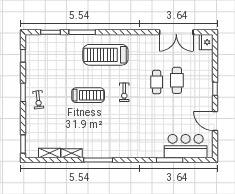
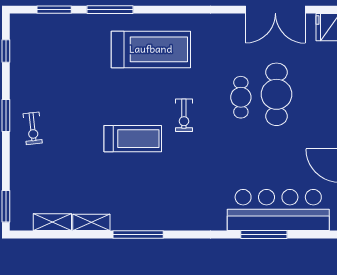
treadmill: (105, 55) -> (151, 49), turned 180
cafe table: (177, 80) -> (276, 94), width x1.37, depth x1.35
treadmill: (88, 95) -> (133, 139), moved
bar counter: (186, 146) -> (278, 210), width x1.36

